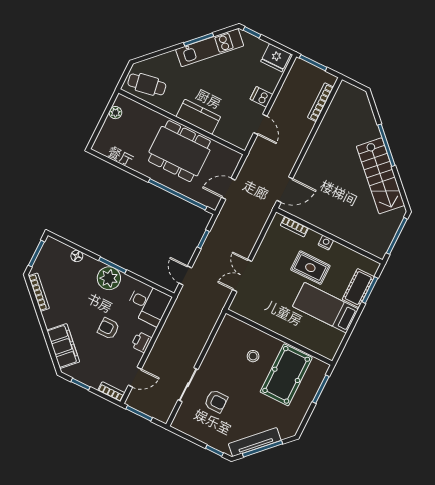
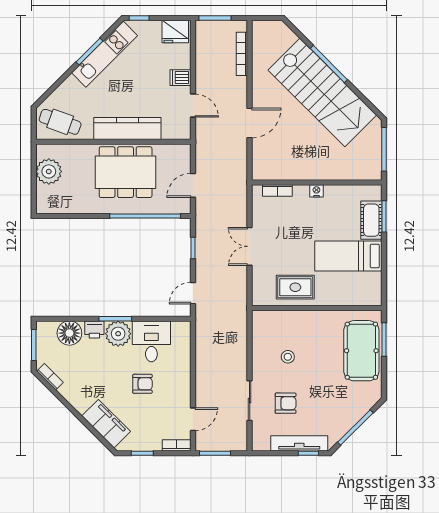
cafe table: (147, 84) -> (60, 122), turned 30
plant: (115, 113) -> (49, 171), width x1.87, depth x1.87
kitchen counter: (198, 117) -> (127, 129), width x1.50
stairs: (381, 176) -> (322, 93), width x1.36, depth x1.51
door: (285, 190) -> (250, 123), moved
floor lamp: (77, 256) -> (69, 333), width x1.89, depth x1.89
rug: (310, 268) -> (295, 287), moved
door: (185, 275) -> (193, 293), hinge flipped
double door: (242, 276) -> (250, 246), moved
bookcase: (39, 292) -> (50, 377), width x0.64
desk: (148, 304) -> (151, 341), moved, turned -90
armchair: (108, 328) -> (142, 384), turned 180
printer: (141, 342) -> (94, 330), moved, turned -90
stool: (253, 356) -> (288, 357), moved
pool table: (286, 375) -> (361, 351), moved
tv unit: (255, 442) -> (299, 443), moved, turned 45

